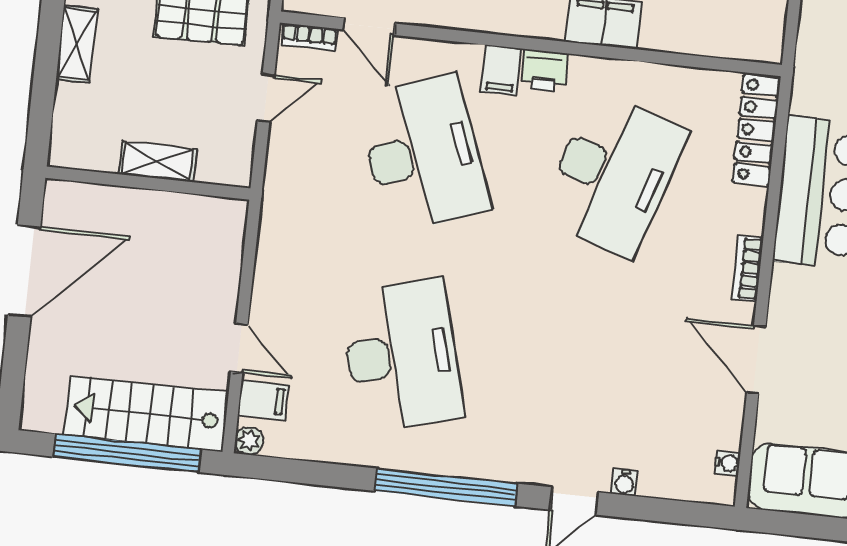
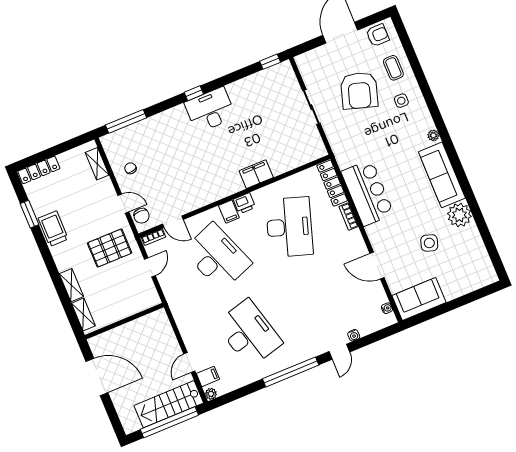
shelving: (158, 162) -> (83, 314), moved, turned 90
bookcase: (747, 268) -> (349, 217), moved
door: (24, 271) -> (97, 377), hinge flipped
door: (239, 348) -> (189, 362), swing flipped

